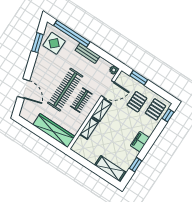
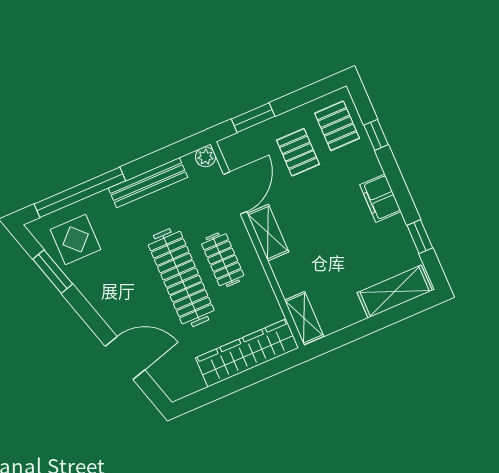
bench: (87, 53) -> (148, 183), width x1.36
window: (168, 115) -> (376, 135), moved
shelving: (89, 128) -> (304, 318), moved

